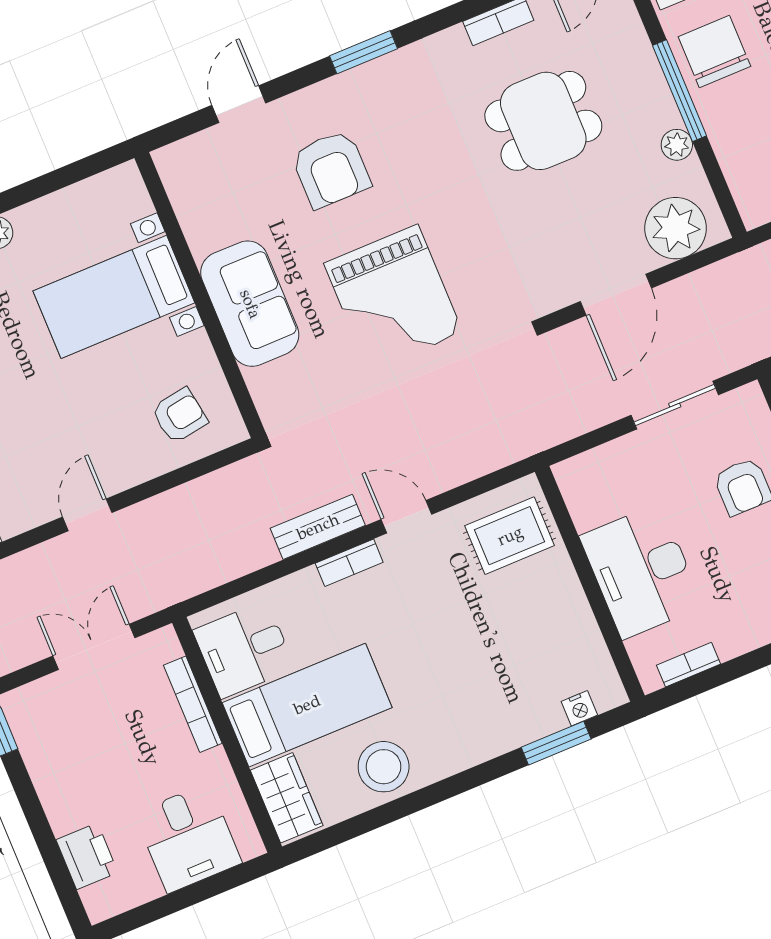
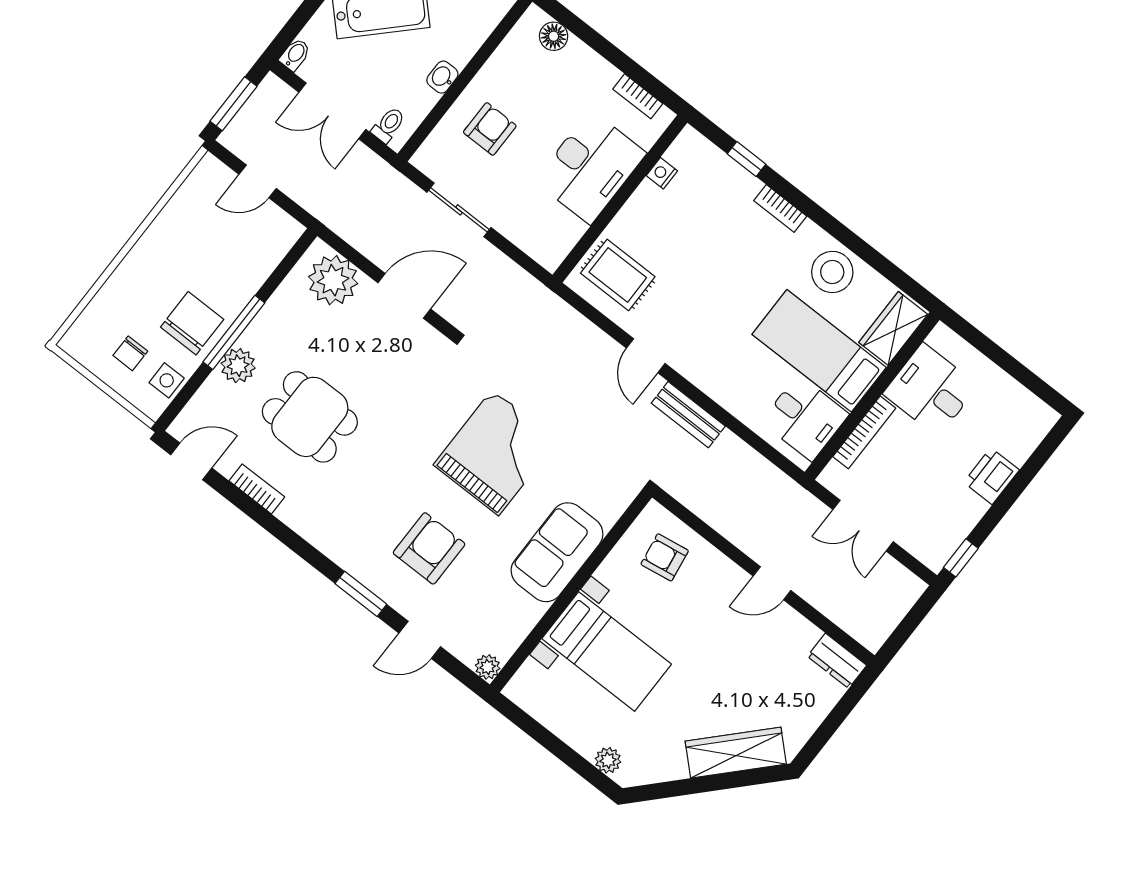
window: (363, 52) -> (361, 594), moved
chair: (714, 52) -> (192, 323), turned 180
plant: (677, 145) -> (238, 366), moved, width x1.38, depth x1.38
plant: (169, 160) -> (488, 667), added
bookcase: (349, 563) -> (780, 208), moved, turned 180
nightstand: (579, 708) -> (662, 173), moved, turned -90
window: (556, 743) -> (747, 159), width x0.67
desk: (188, 838) -> (931, 390), moved, turned -90
printer: (87, 856) -> (991, 476), moved

